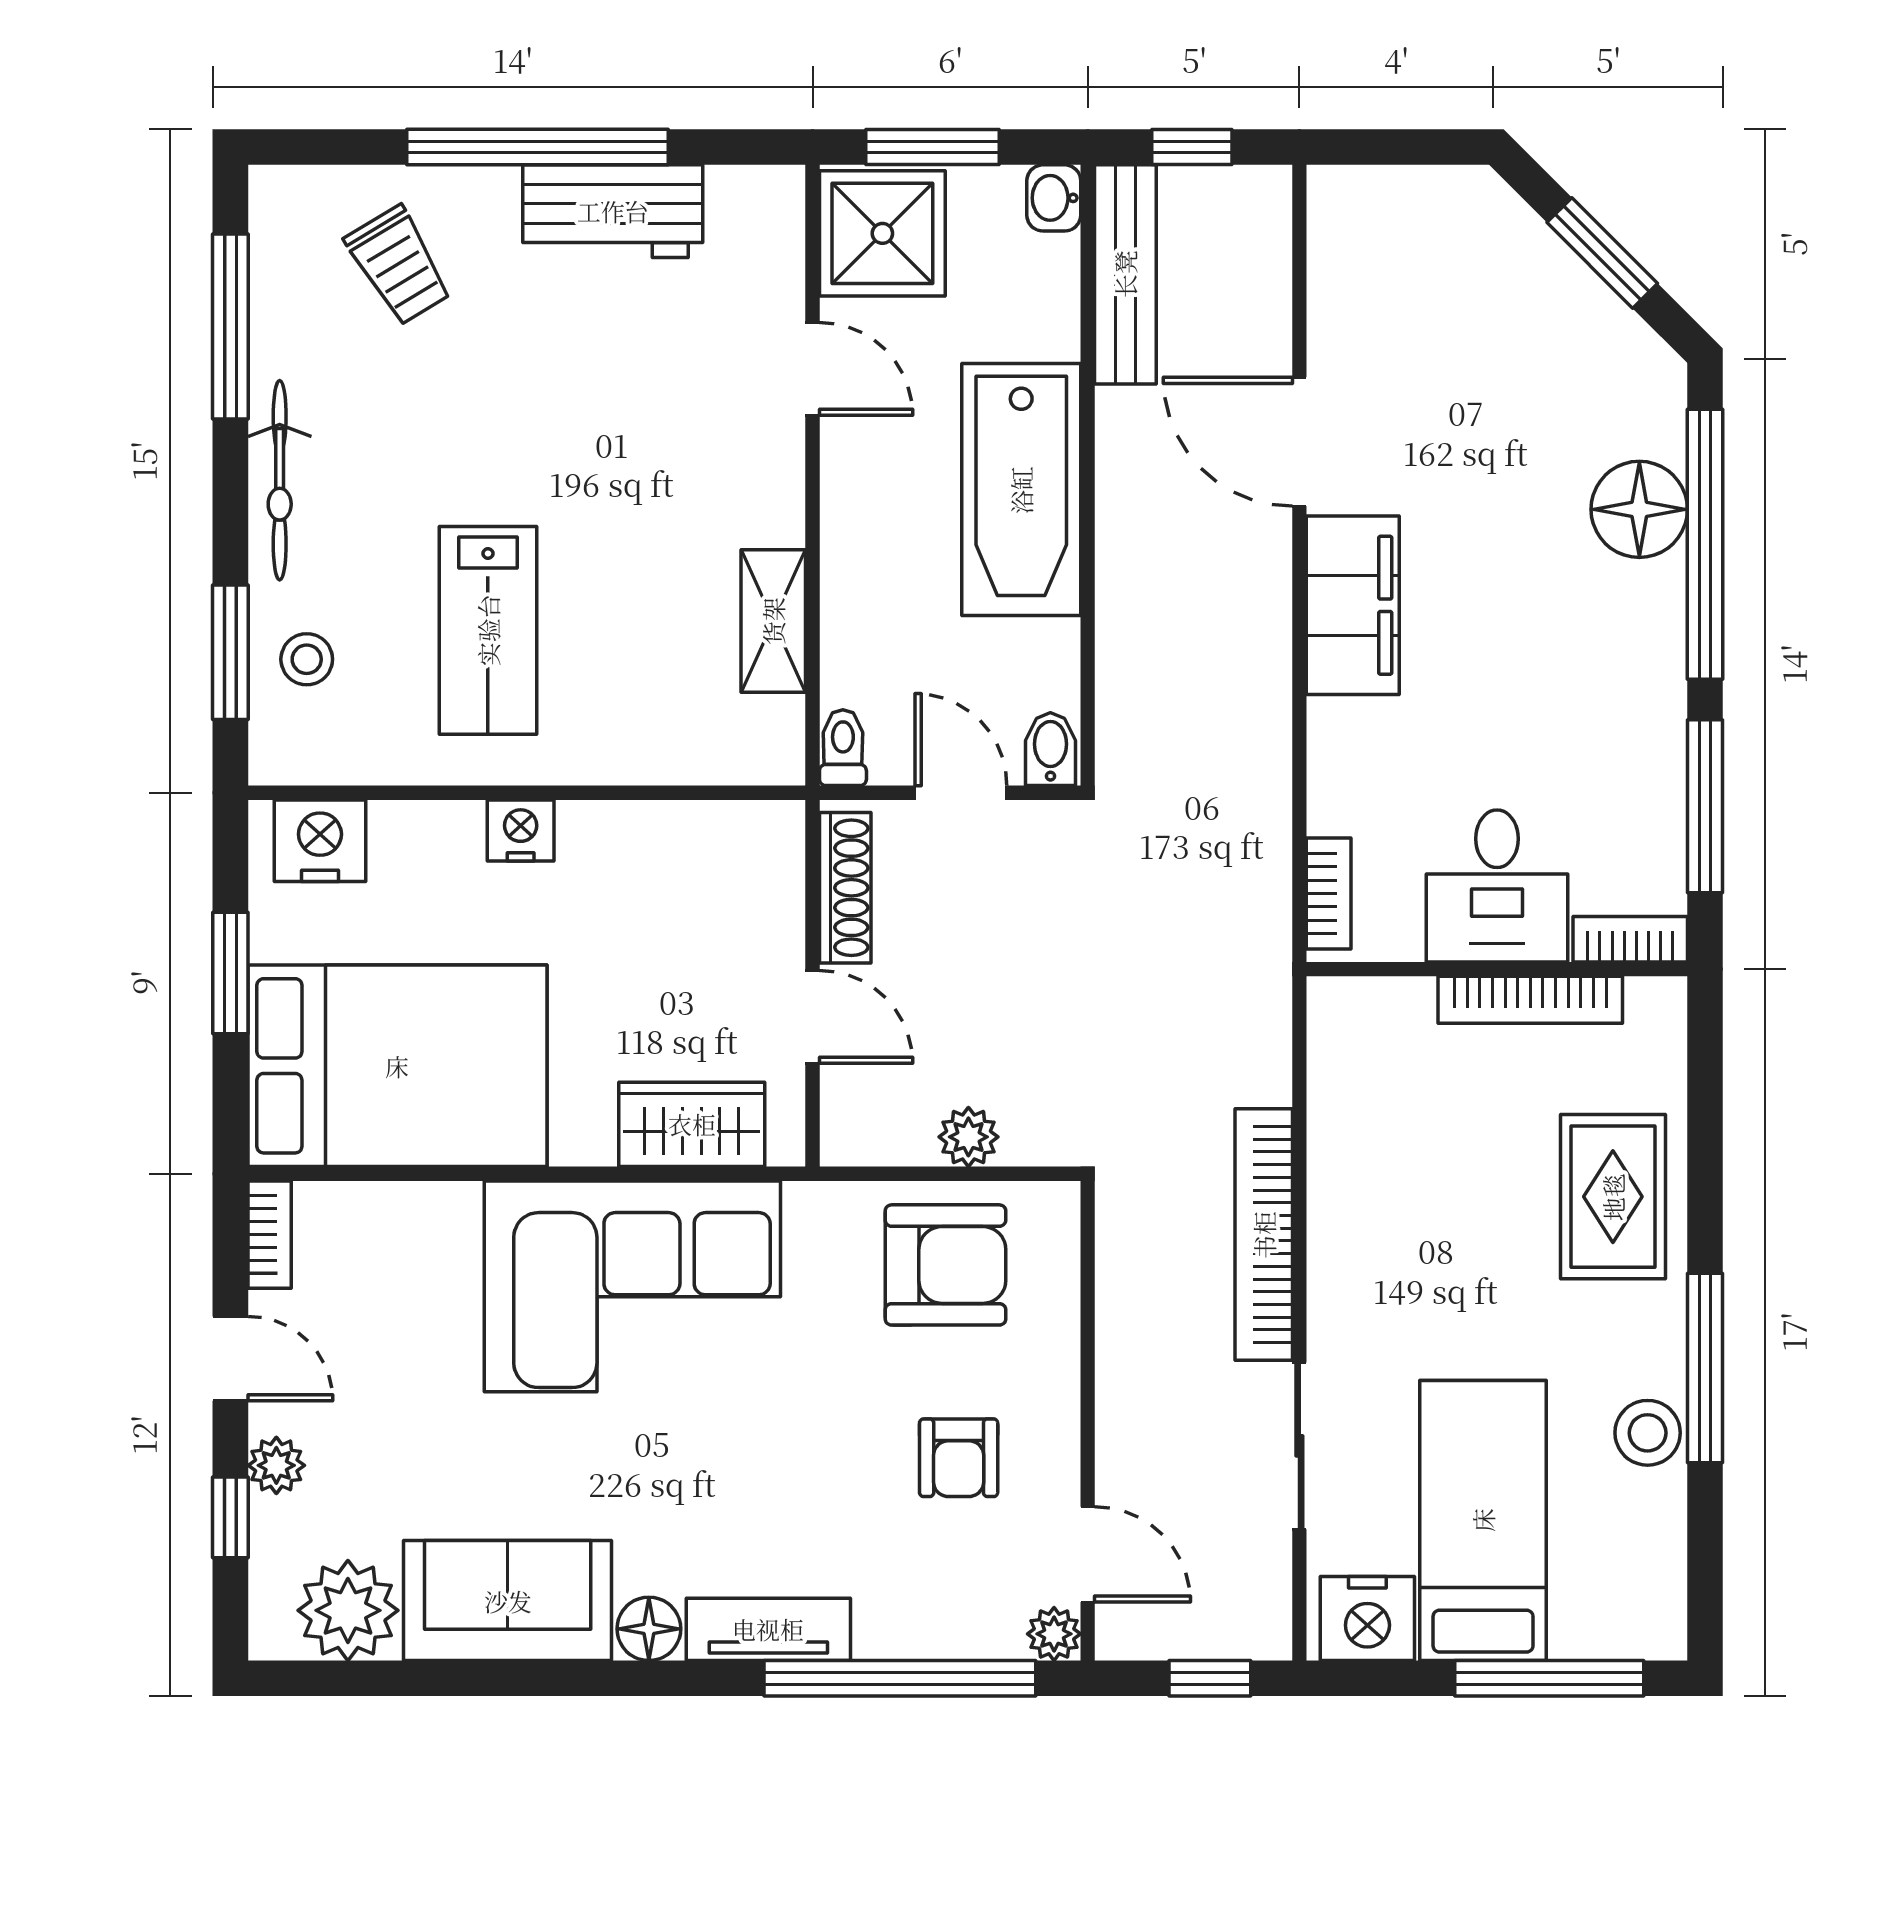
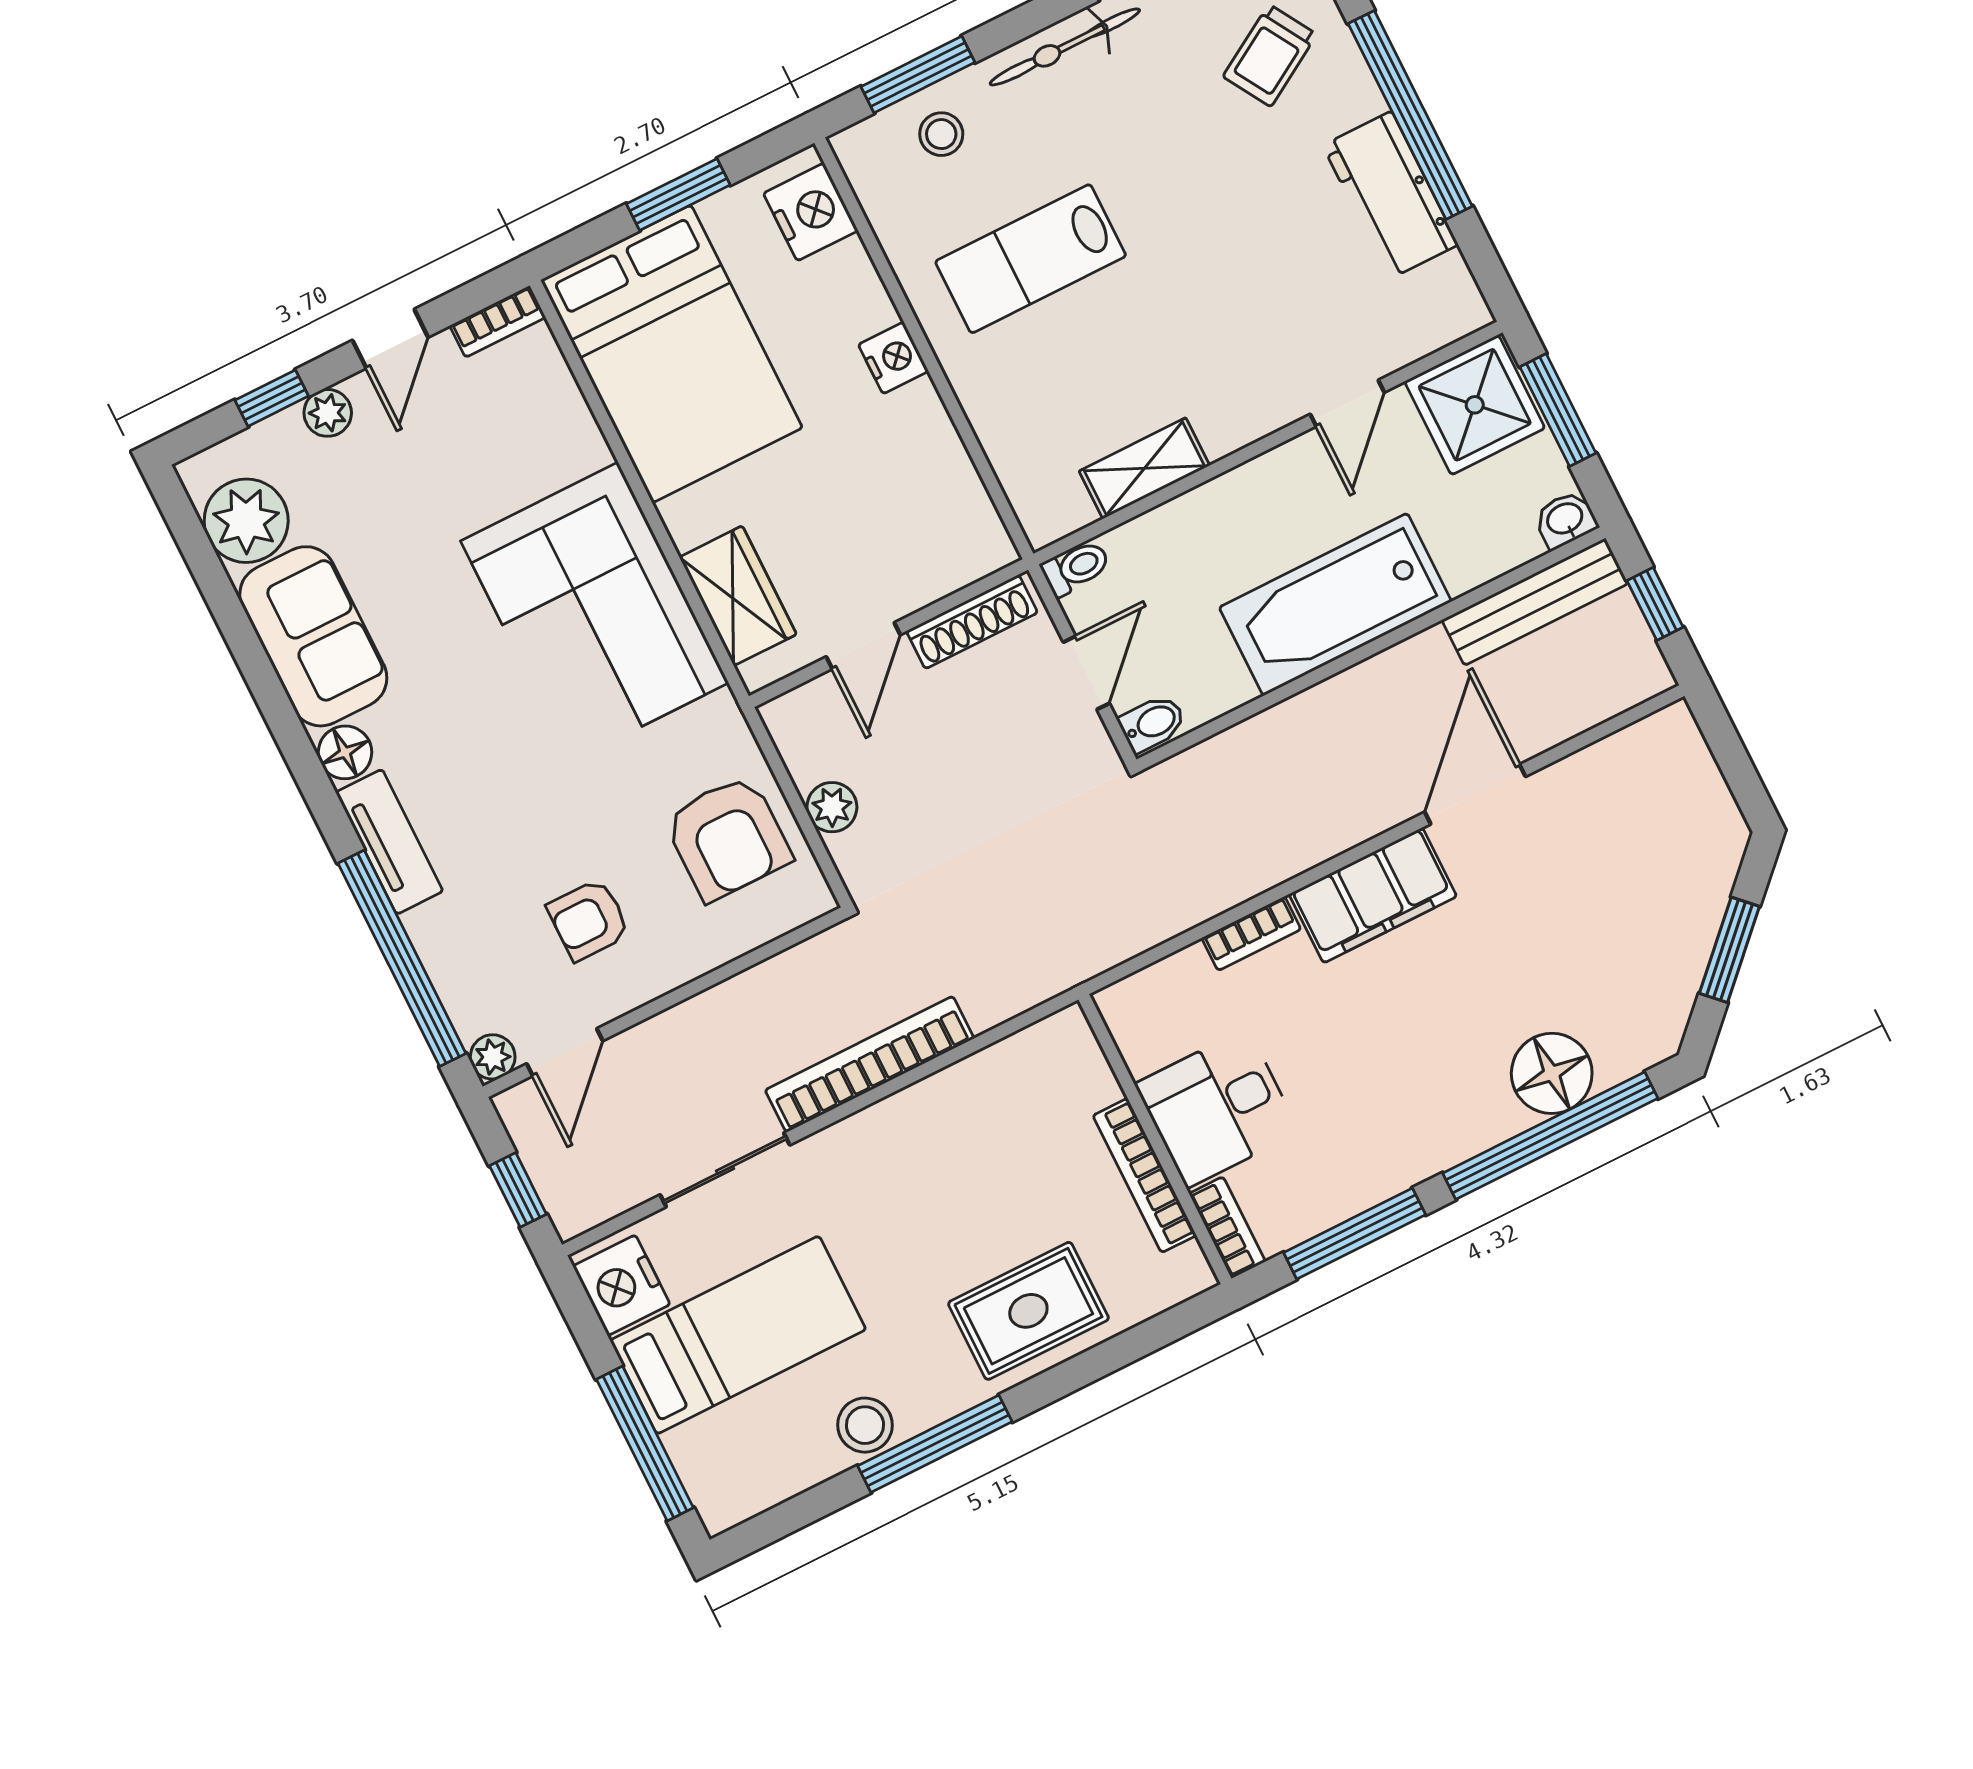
bookcase: (1329, 893) -> (1251, 934), moved

